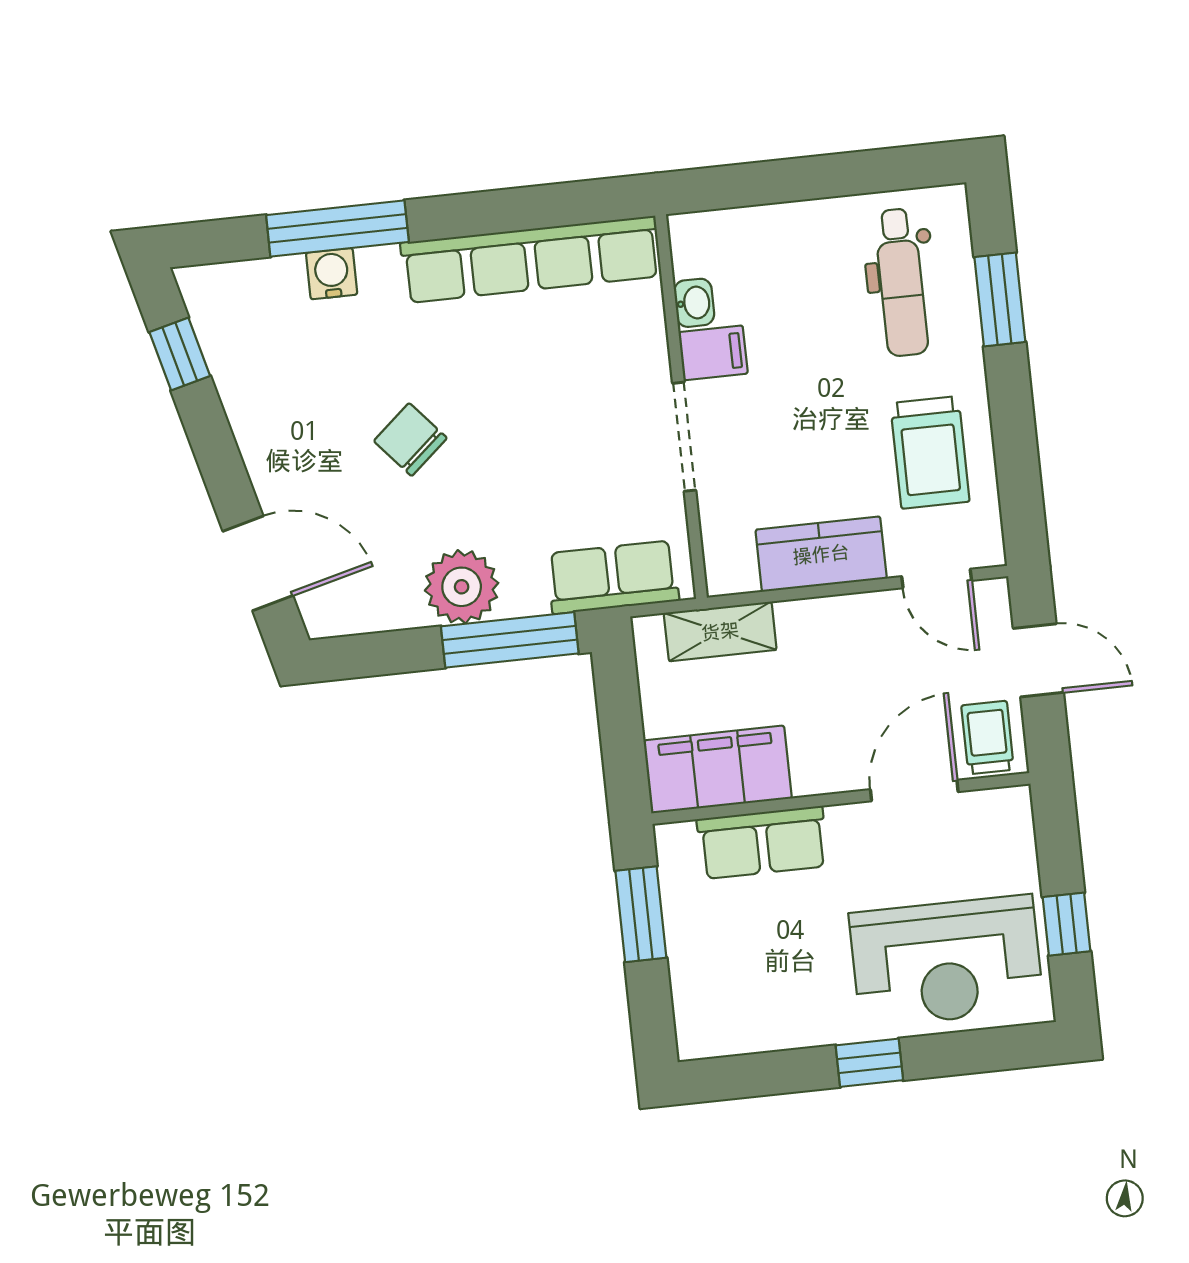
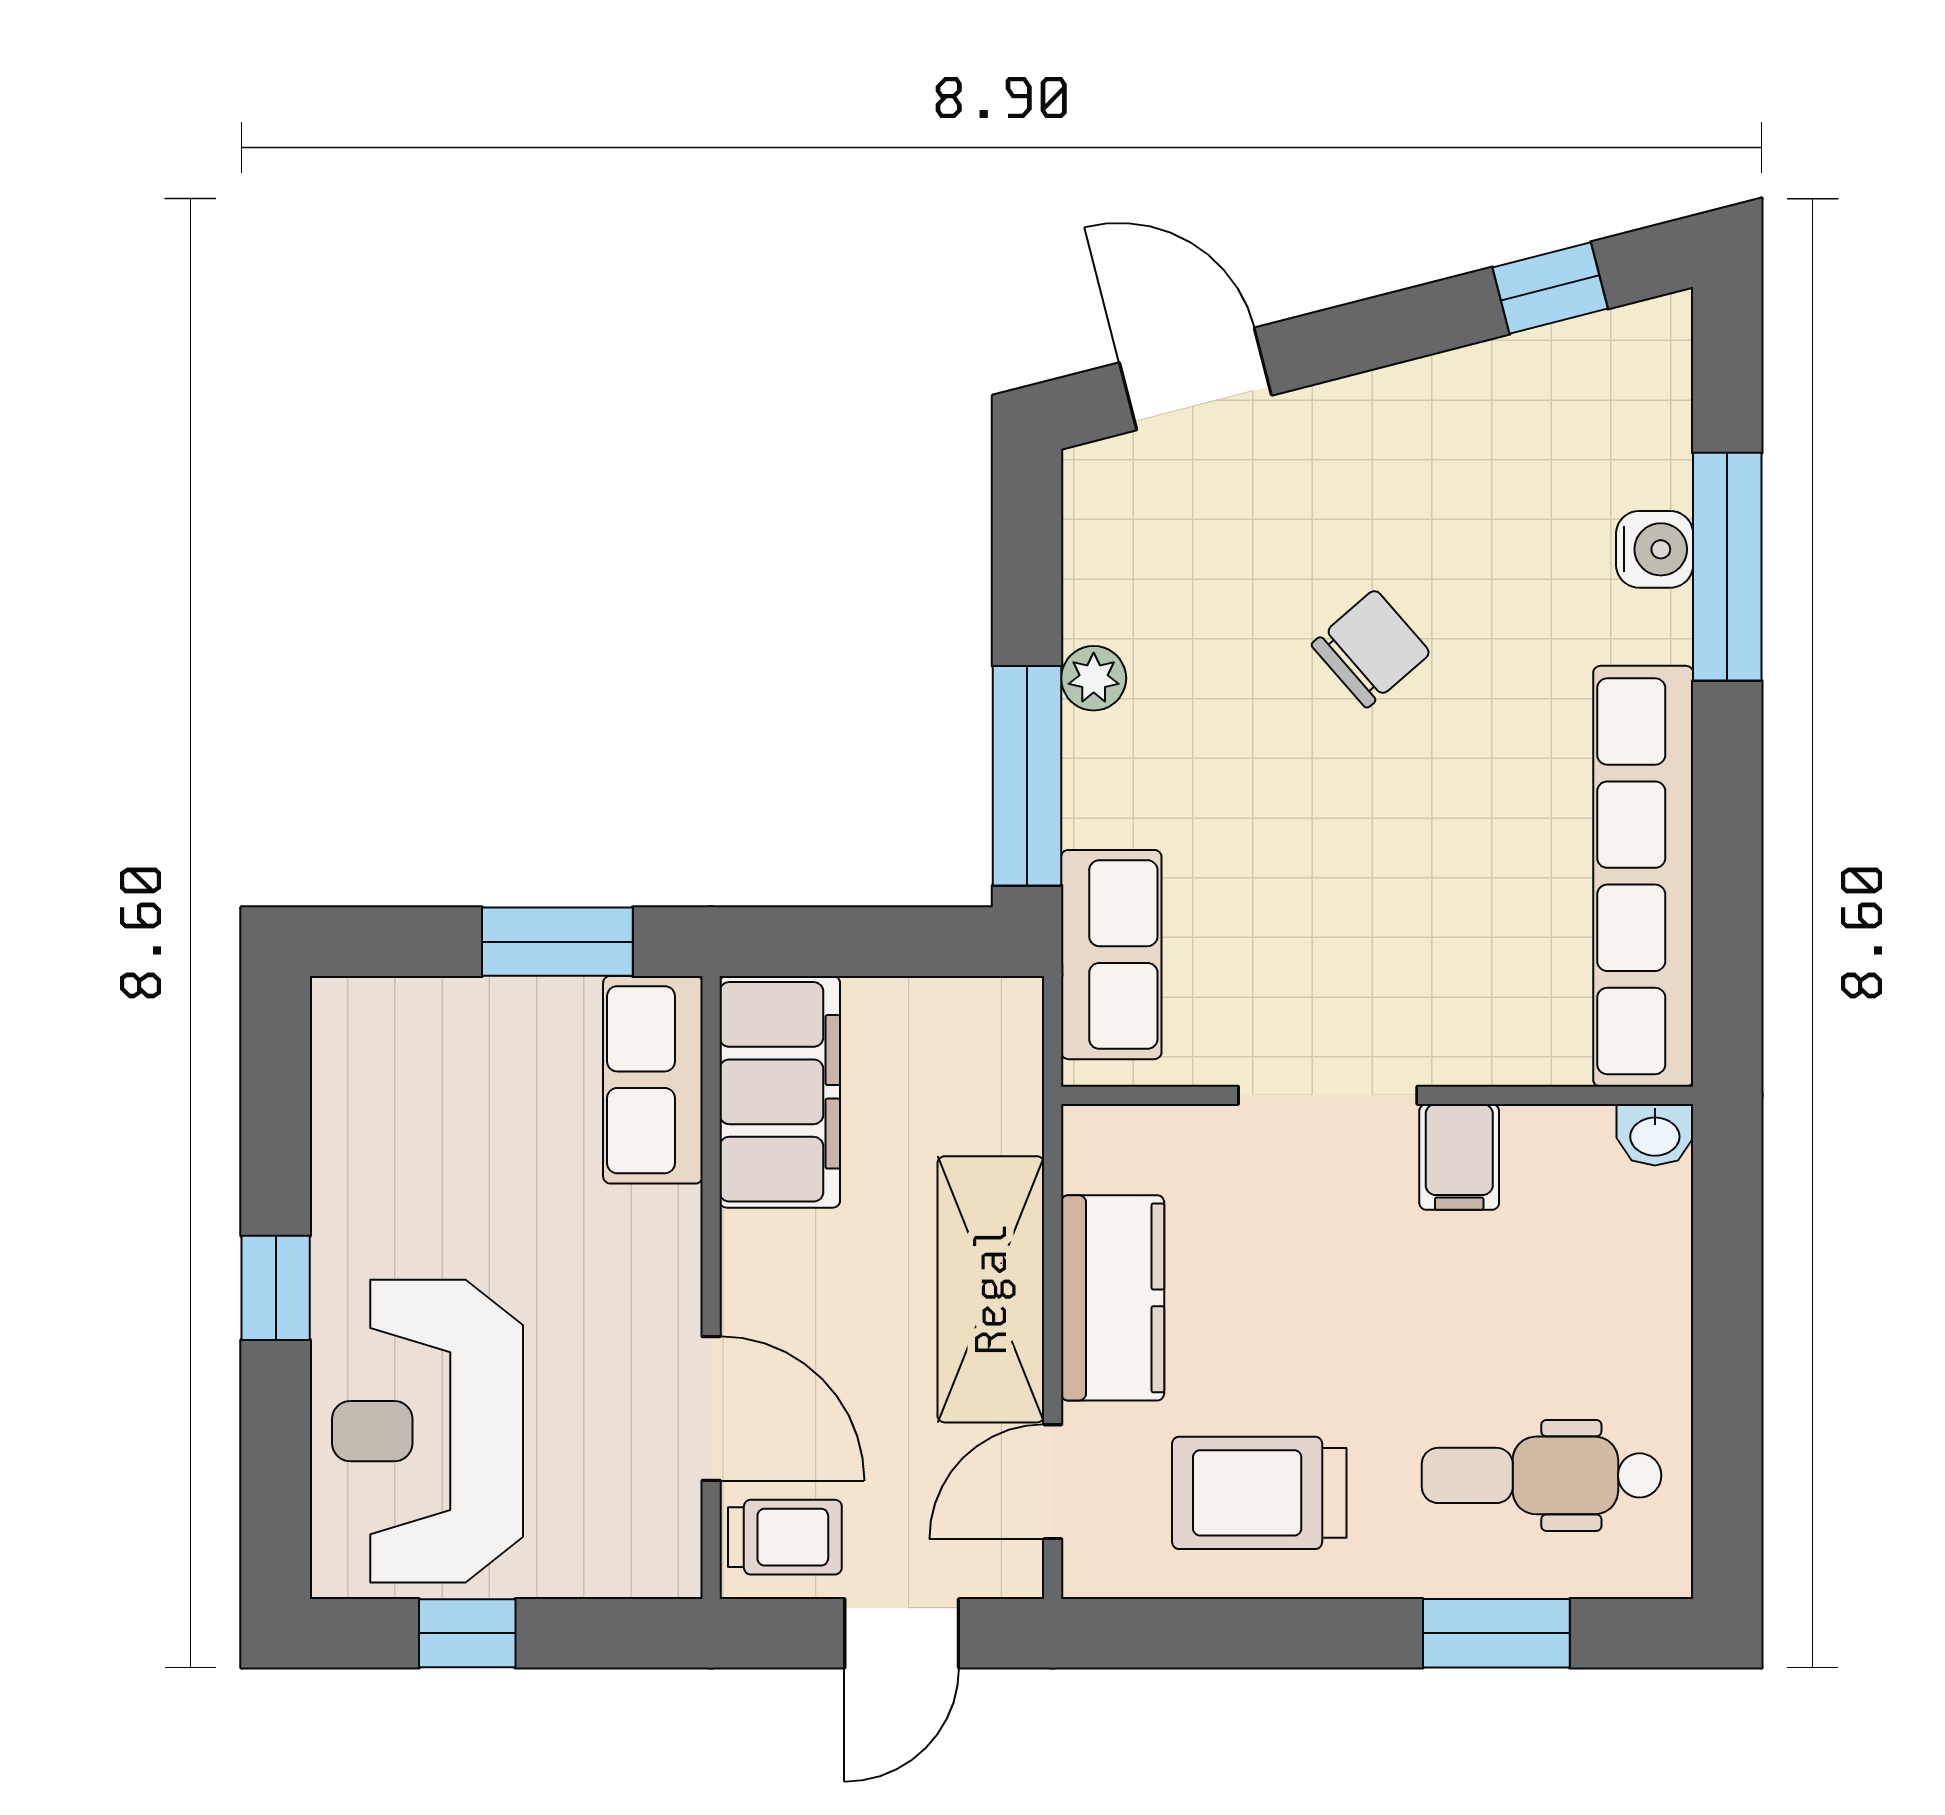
washbasin: (694, 303) -> (1655, 1135), moved
door: (258, 563) -> (1196, 379), swing flipped
plant: (462, 587) -> (1094, 678), width x0.53, depth x0.53
shelving: (720, 631) -> (991, 1289), moved, width x1.50, depth x1.33
row of seats: (762, 843) -> (653, 1080), moved

